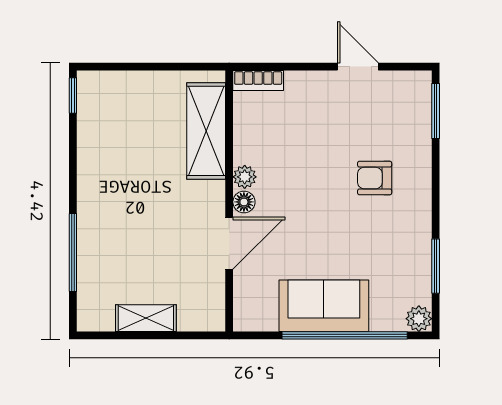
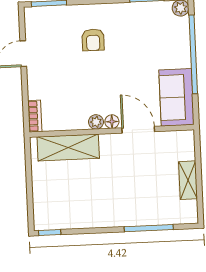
sofa: (324, 306) -> (176, 97), moved

